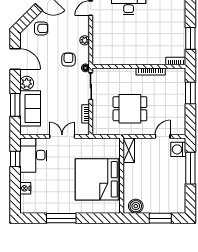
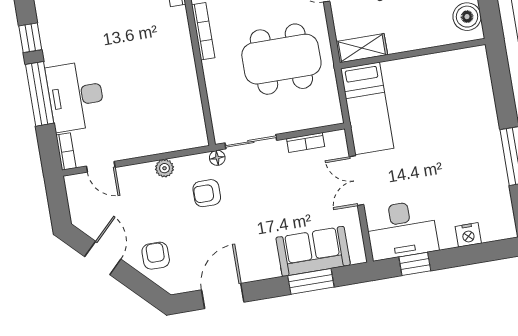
plant: (27, 83) -> (265, 266), removed
dining table: (130, 109) -> (281, 59), width x1.38
bed: (98, 179) -> (367, 108), moved, width x0.49

